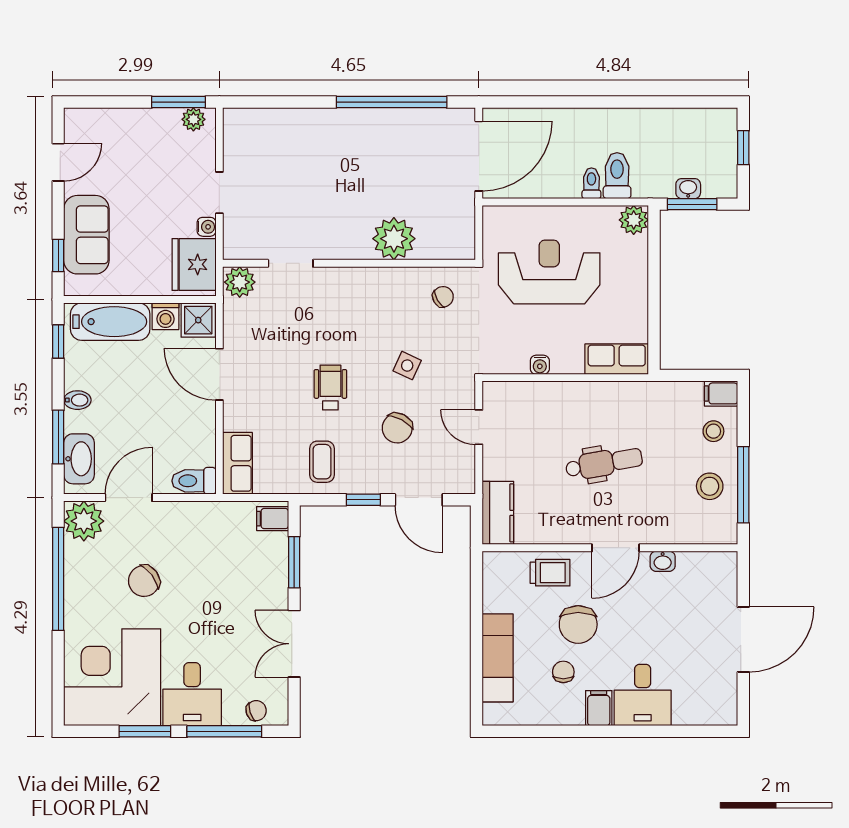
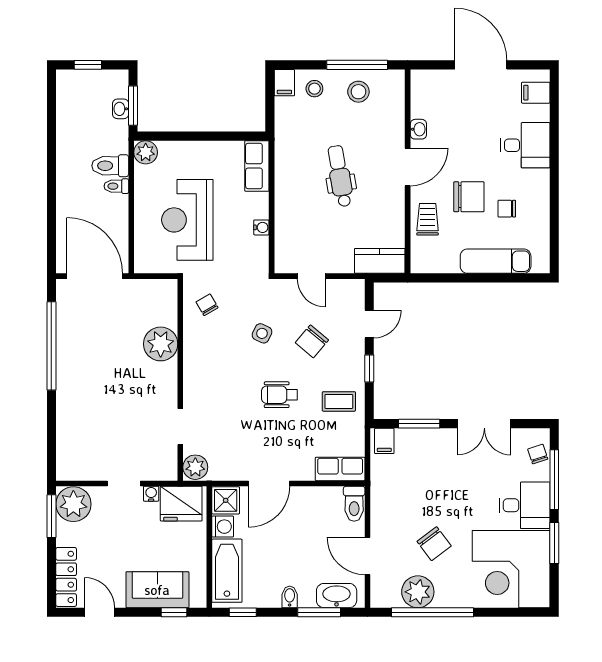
plant: (193, 119) -> (73, 504), width x1.88, depth x1.88
locker: (102, 120) -> (66, 577), added
door: (479, 427) -> (311, 276), hinge flipped
chair: (397, 428) -> (312, 341), turned 102
door: (419, 500) -> (369, 324), width x0.73
plant: (84, 521) -> (418, 592), moved
door: (616, 548) -> (408, 167), hinge flipped
filing cabinet: (599, 708) -> (536, 93), moved

